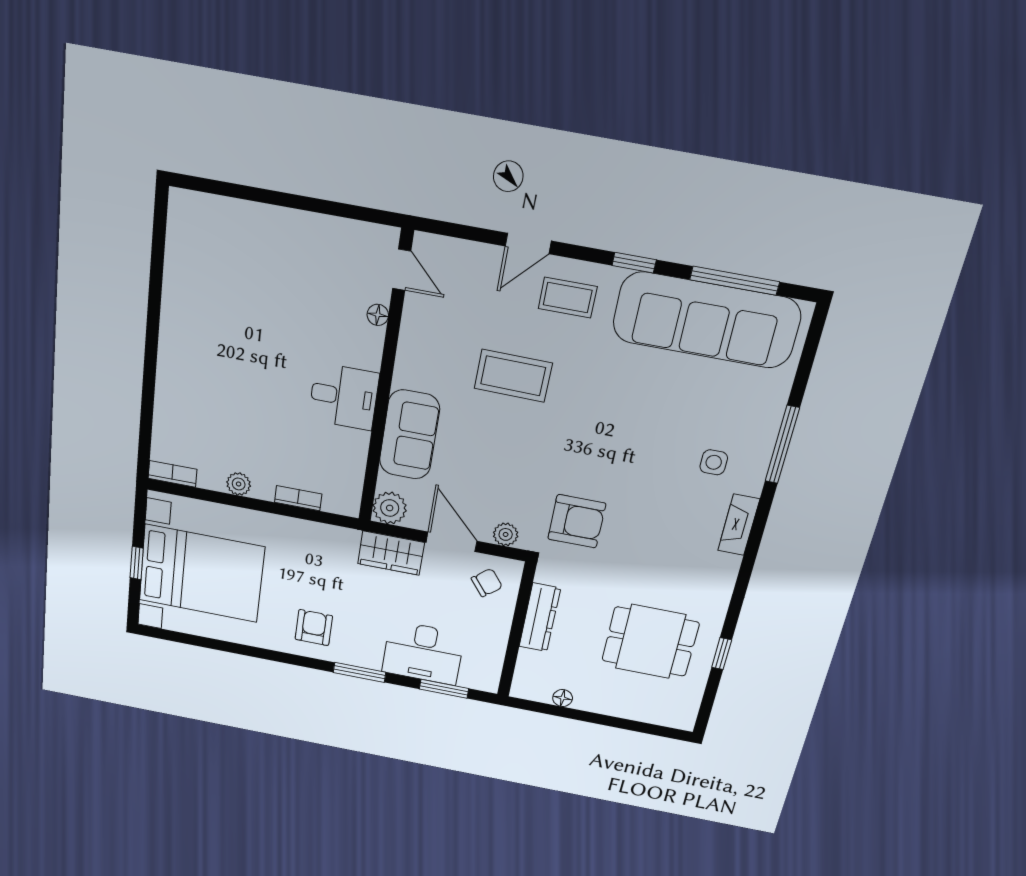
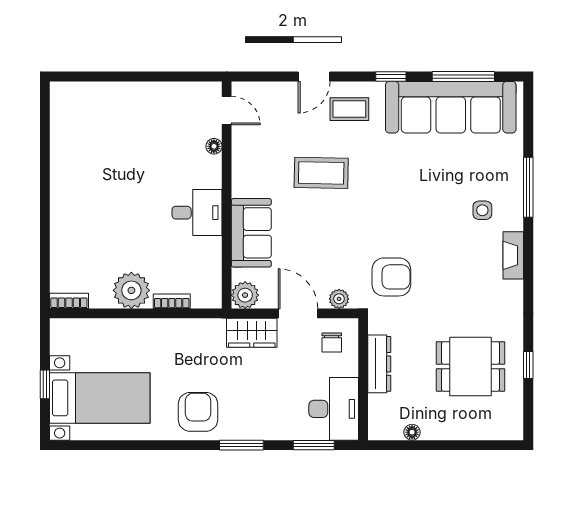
plant: (239, 484) -> (131, 290), width x1.87, depth x1.87
bed with nightstands: (201, 574) -> (100, 398), width x0.73
chair: (487, 583) -> (332, 343), turned 129
armchair: (314, 628) -> (198, 412), width x1.38, depth x1.38
desk: (423, 653) -> (334, 409), moved, turned -90

